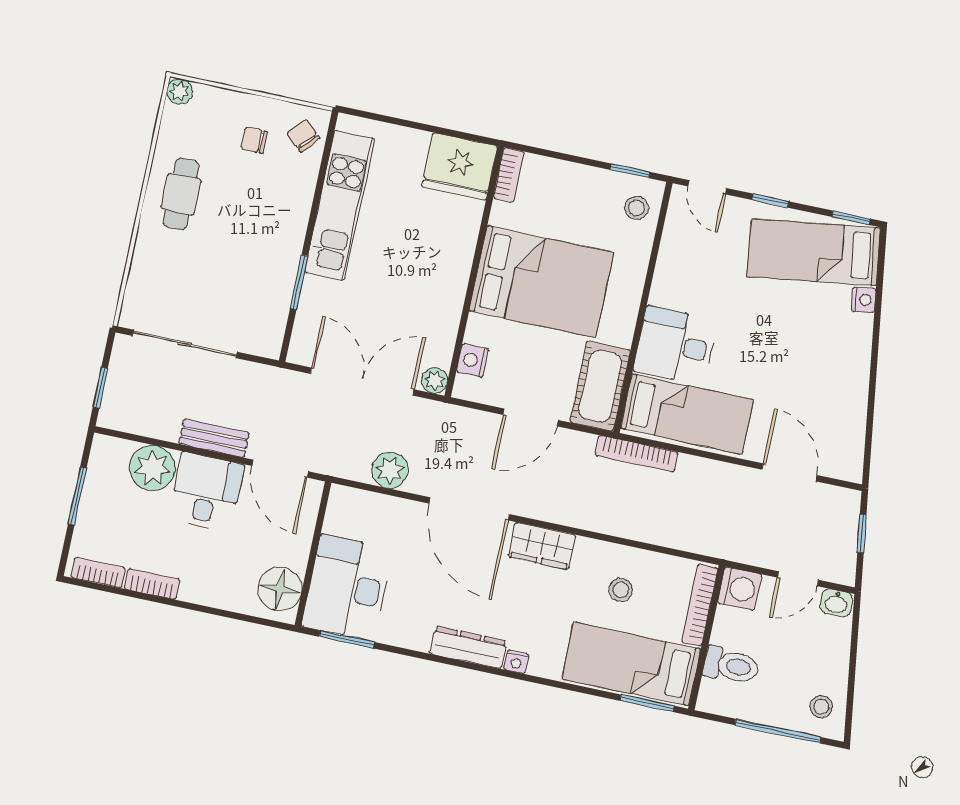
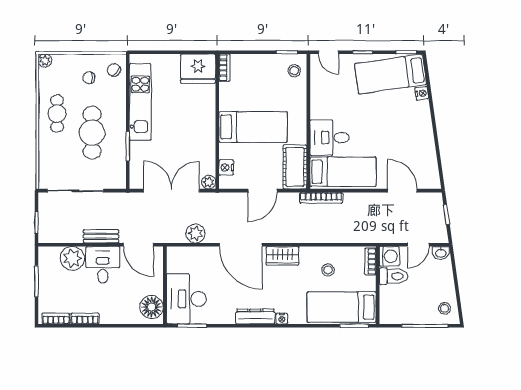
cafe table: (238, 243) -> (92, 133), added
bed: (541, 282) -> (253, 127), width x0.67
bookcase: (700, 605) -> (370, 261), width x0.64
toilet: (731, 666) -> (393, 276), moved

